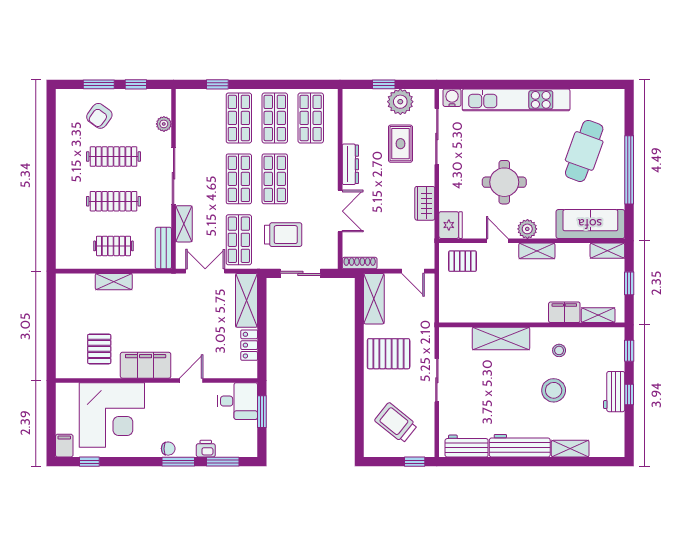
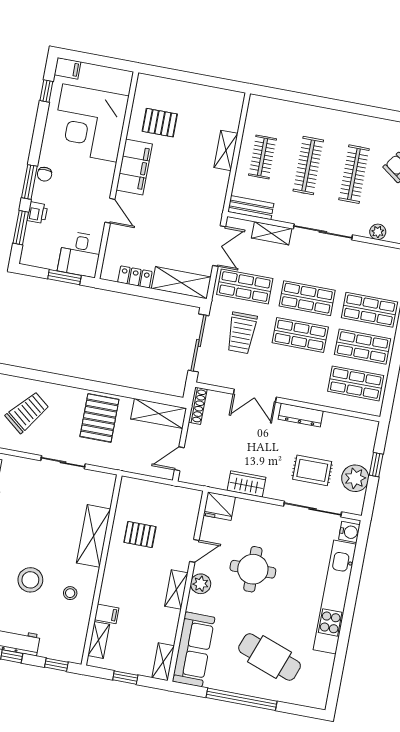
pallet: (462, 261) -> (140, 535), moved, turned 90
sliding door: (300, 273) -> (198, 343), width x1.37
filing cabinet: (564, 312) -> (107, 614), width x0.50

